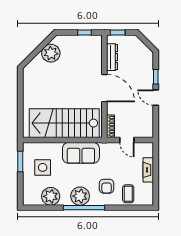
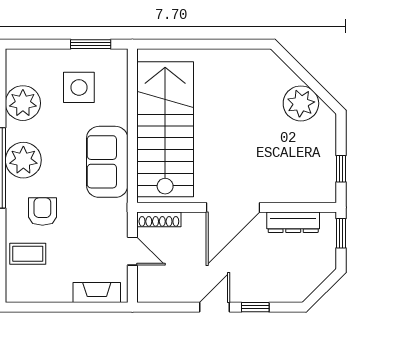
door: (127, 140) -> (132, 251), swing flipped
fireplace: (148, 170) -> (97, 293), moved
armchair: (107, 186) -> (42, 212), turned 90

